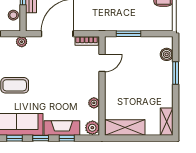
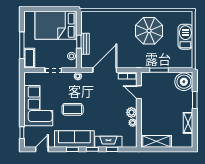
boiler: (167, 54) -> (184, 82), width x1.86, depth x1.86
door: (102, 63) -> (139, 92), swing flipped
shelving: (167, 122) -> (188, 123), moved
plant: (92, 128) -> (131, 112), moved

